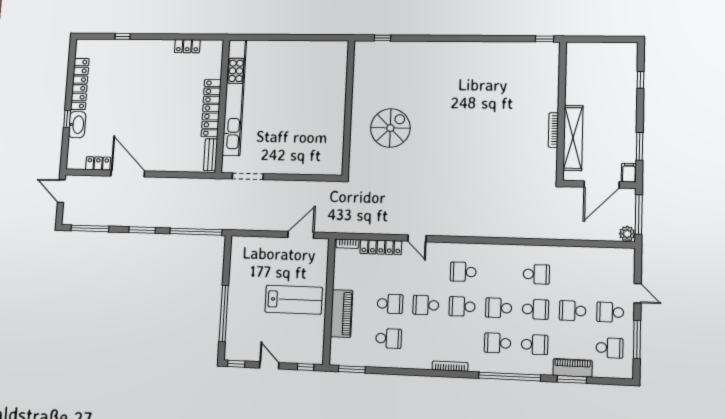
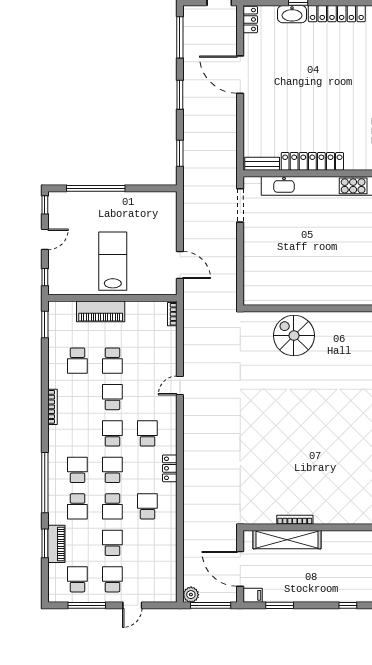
spiral stairs: (390, 128) -> (294, 336), moved, turned 180
locker: (98, 163) -> (250, 19), moved
door: (128, 173) -> (240, 75), swing flipped
window: (196, 232) -> (180, 153), width x0.47
locker: (381, 247) -> (170, 468), moved, width x0.66
school desk: (536, 274) -> (147, 506), turned 180
lab bench: (294, 300) -> (113, 261), turned 180
school desk: (610, 348) -> (77, 579), turned 180
bookcase: (450, 366) -> (52, 407), moved

